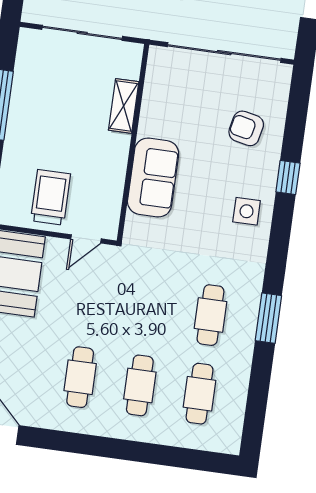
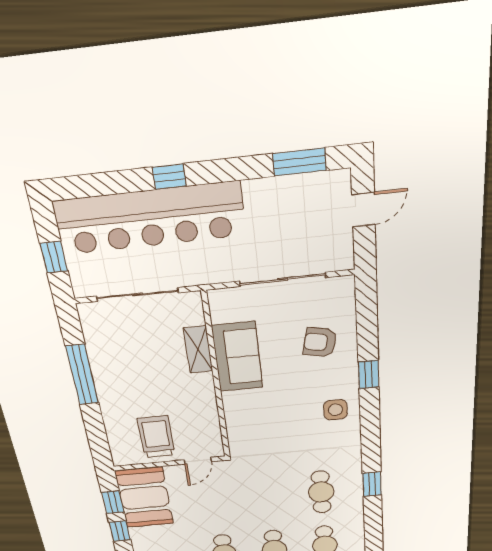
sliding door: (224, 53) -> (283, 279), width x0.73
sofa: (153, 178) -> (237, 357), moved
window: (268, 318) -> (372, 484), width x0.67

